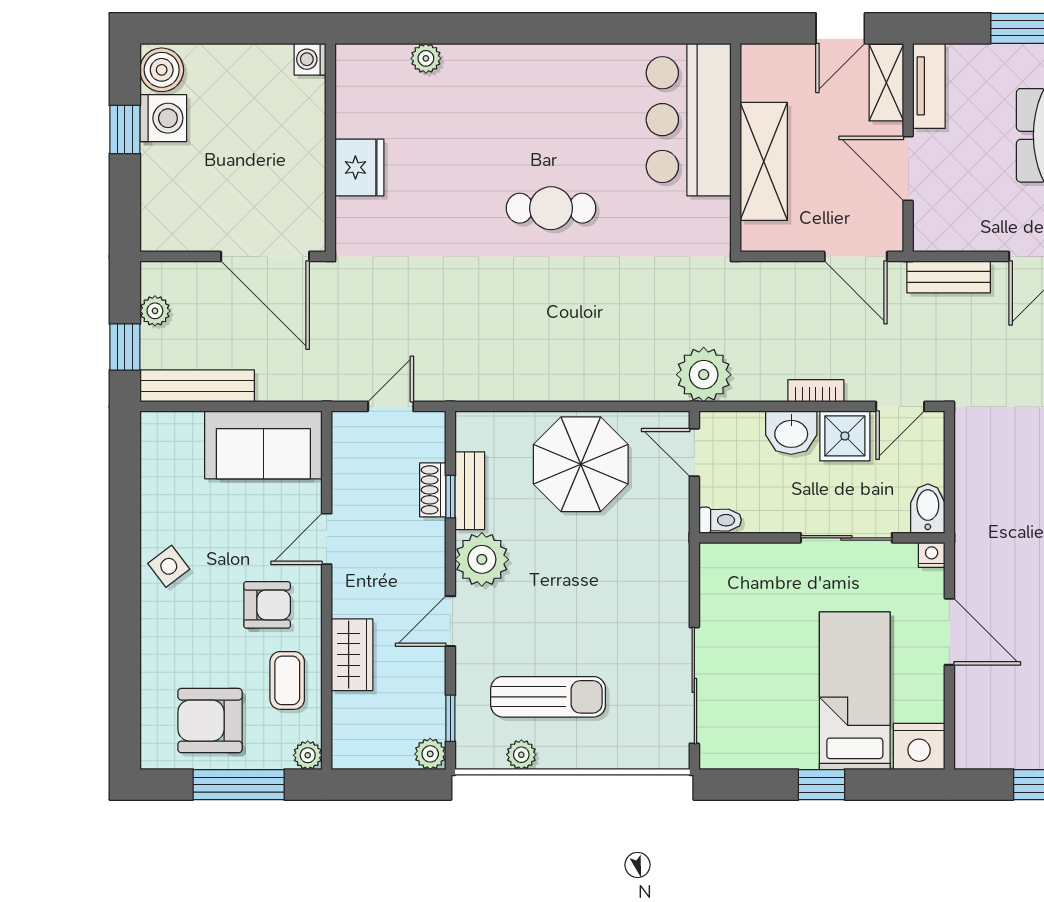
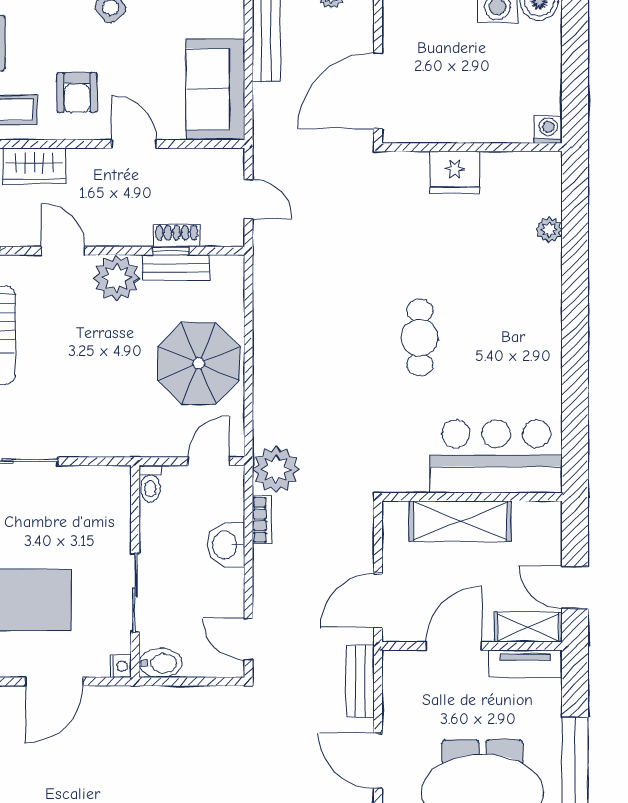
bookcase: (816, 391) -> (262, 520), moved
shower: (845, 436) -> (223, 591), removed

